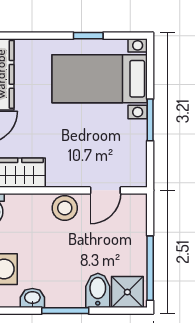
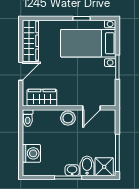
washbasin: (32, 298) -> (72, 170), moved

